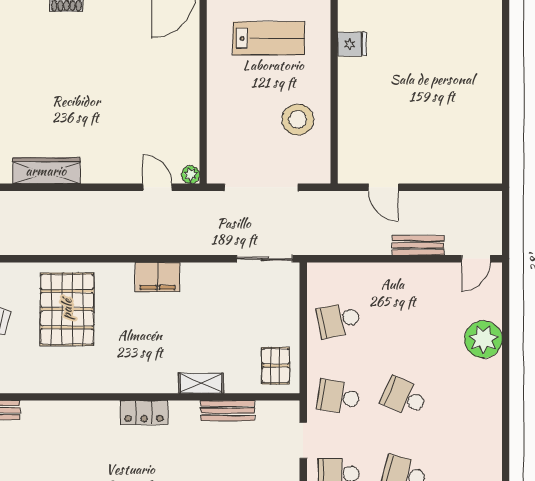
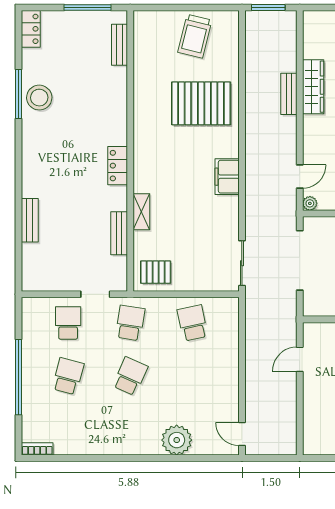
bench: (418, 245) -> (289, 94), moved

